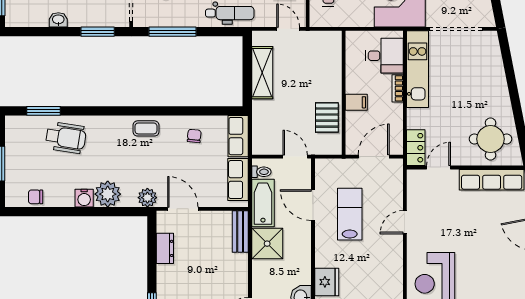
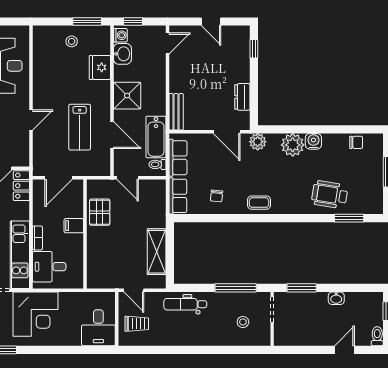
shower: (267, 244) -> (127, 96), moved

